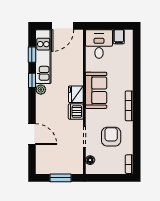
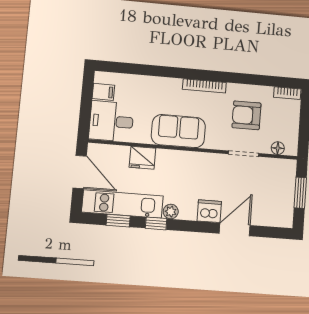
fridge: (76, 94) -> (142, 158), moved
dishwasher: (76, 112) -> (209, 211), moved, turned 180

